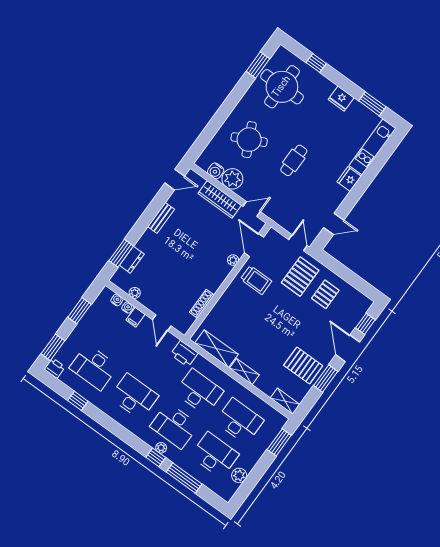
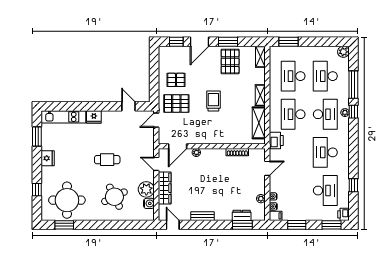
trolley: (256, 280) -> (213, 101), moved
filing cabinet: (136, 317) -> (276, 216), moved
plant: (239, 475) -> (343, 52), moved

